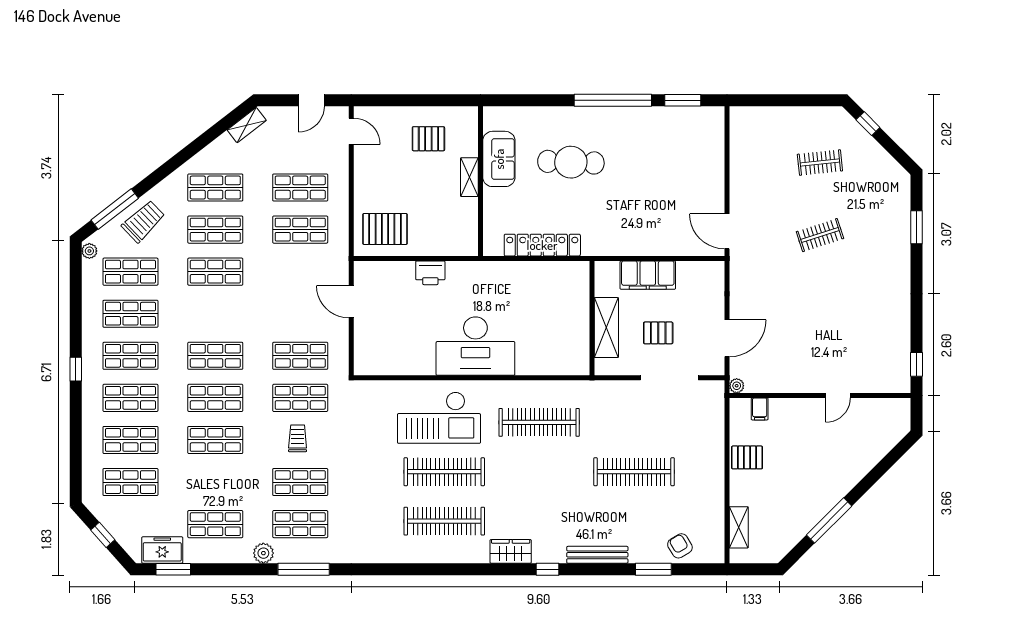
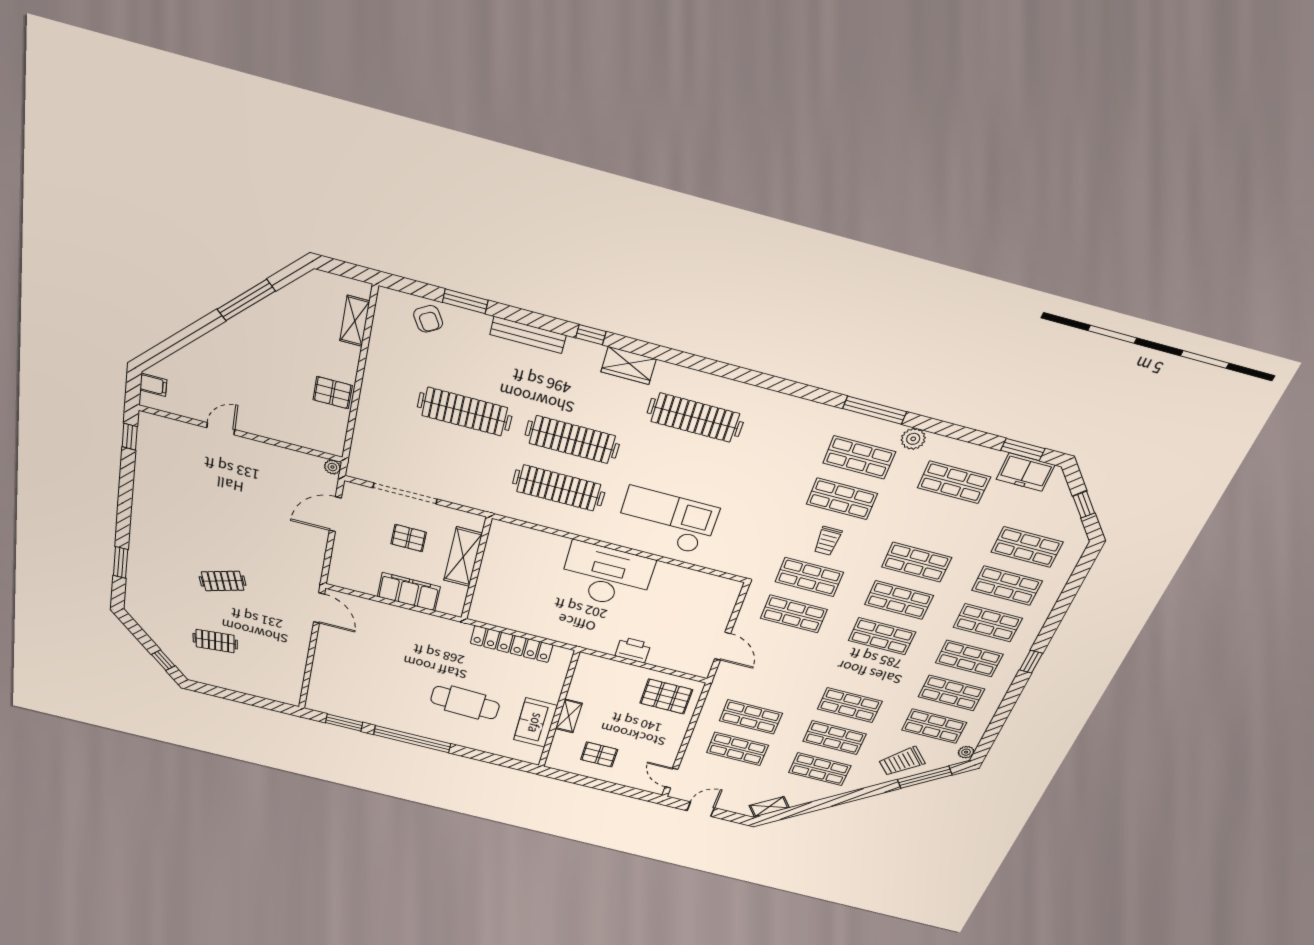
filing cabinet: (760, 409) -> (153, 385), moved, turned 90
clothes rail: (444, 472) -> (572, 440), moved

